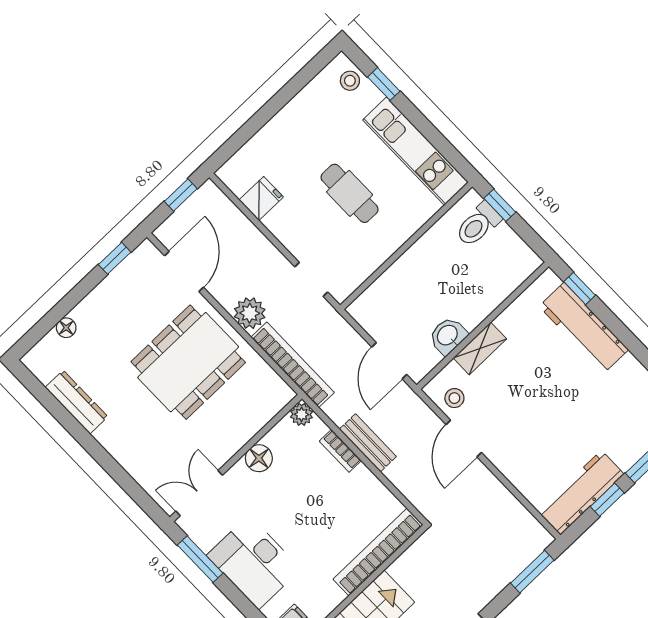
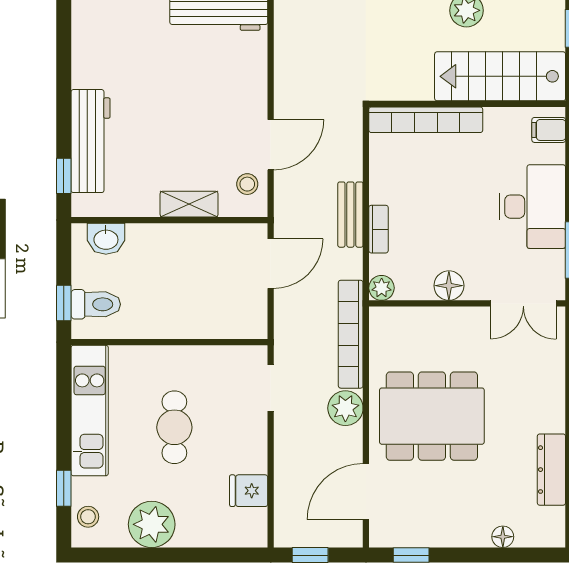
plant: (304, 116) -> (152, 524), added
washbasin: (448, 336) -> (106, 239), moved

